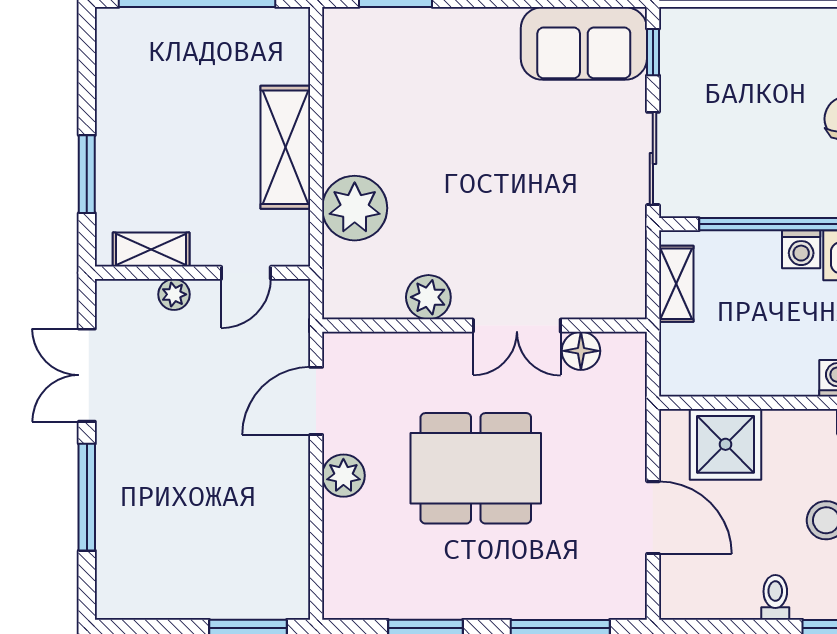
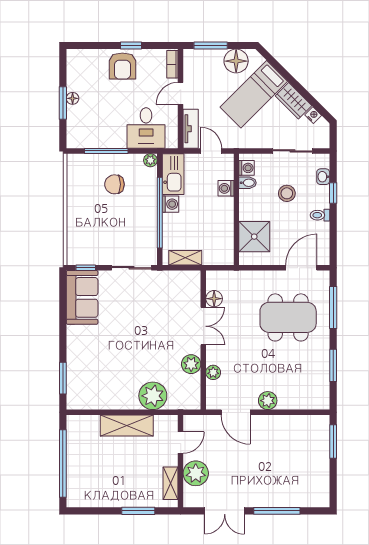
door: (246, 273) -> (181, 442), hinge flipped
plant: (174, 294) -> (196, 473), width x1.87, depth x1.87
plant: (409, 349) -> (213, 372), added
dining table: (476, 468) -> (288, 317), moved, turned 90
door: (653, 518) -> (301, 268), moved

